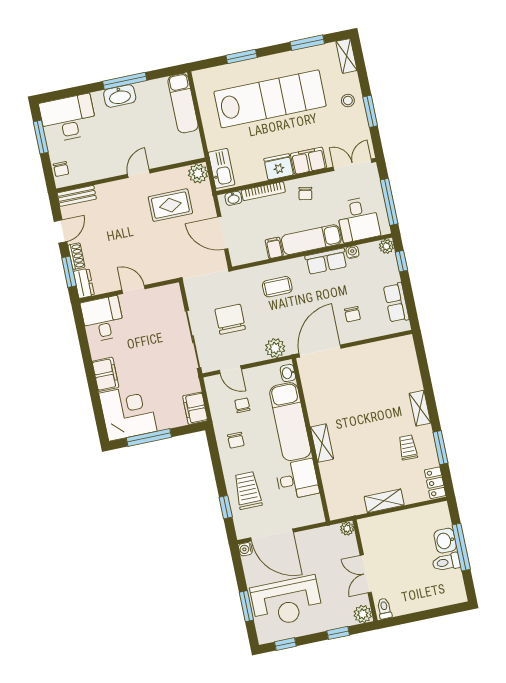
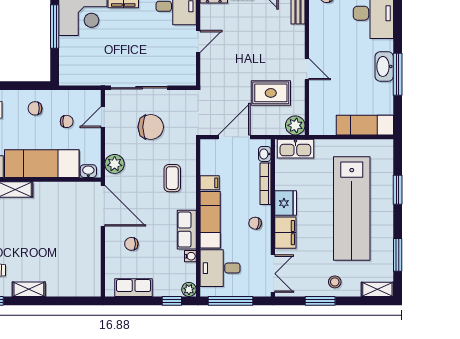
rug: (170, 205) -> (271, 93), turned 90
filing cabinet: (195, 408) -> (73, 76), removed

